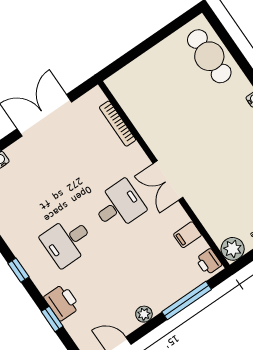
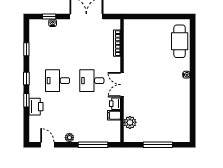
desk: (119, 206) -> (92, 81), turned 180
plant: (233, 249) -> (130, 122), moved
printer: (209, 262) -> (115, 104), moved
window: (52, 319) -> (26, 100), moved

